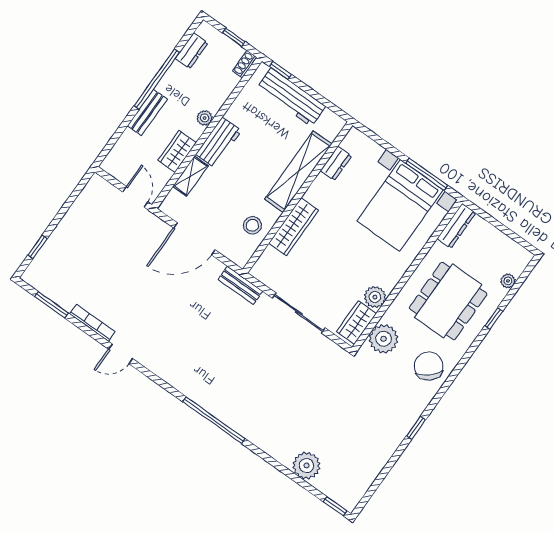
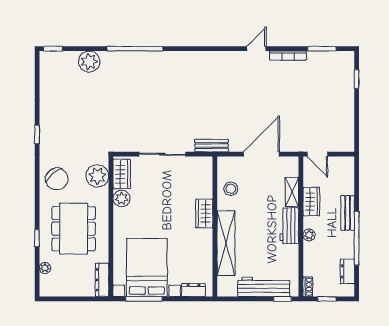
dresser: (336, 163) -> (193, 290), moved, turned 90
wardrobe: (294, 227) -> (204, 214), width x0.67
window: (214, 420) -> (135, 49), moved

